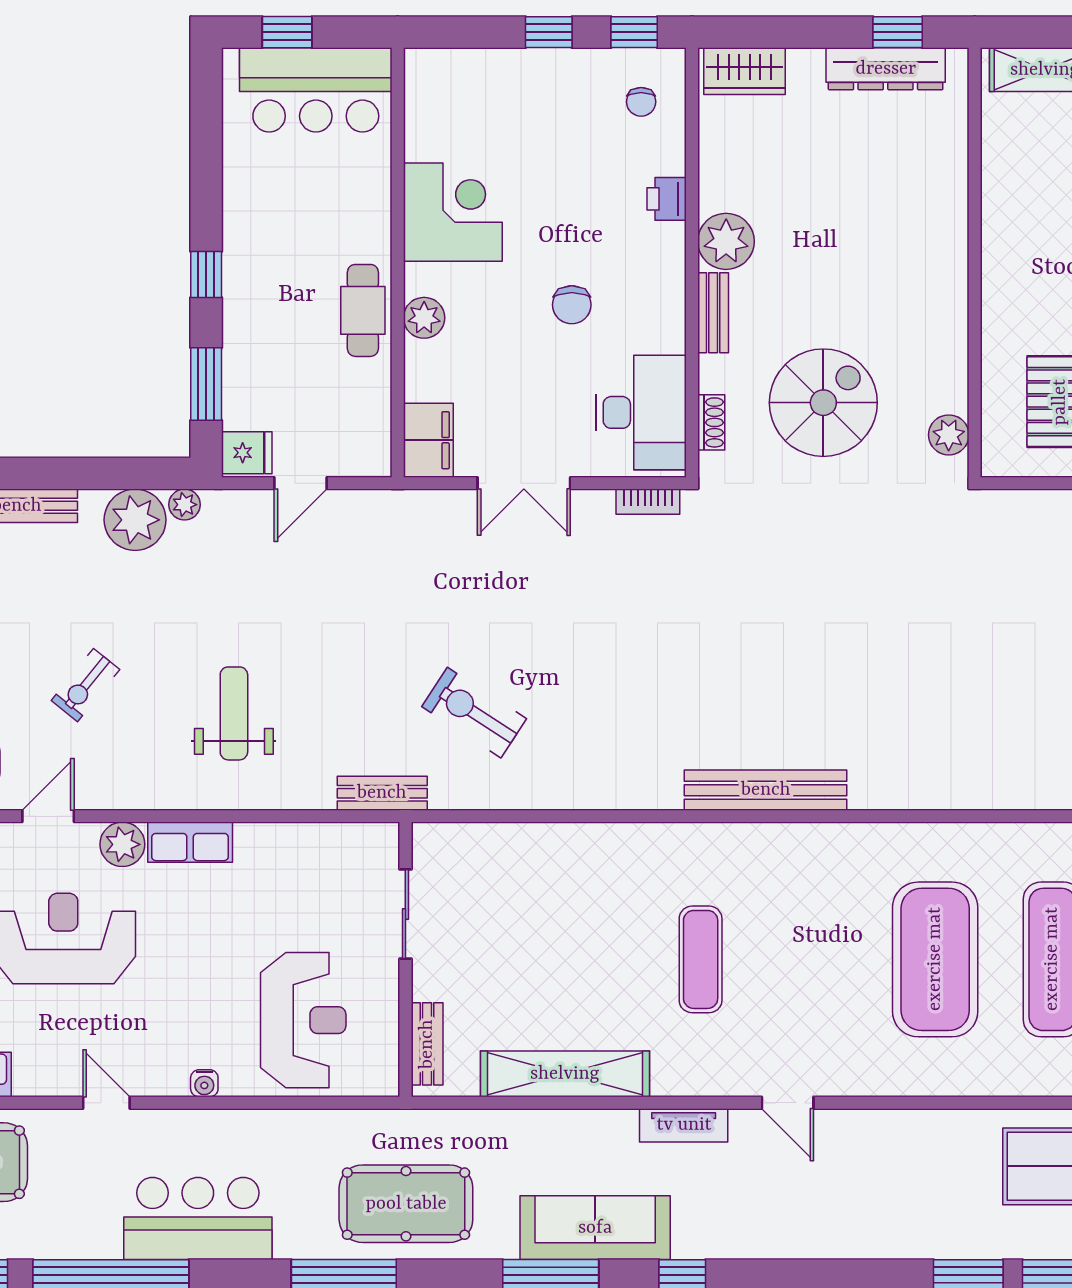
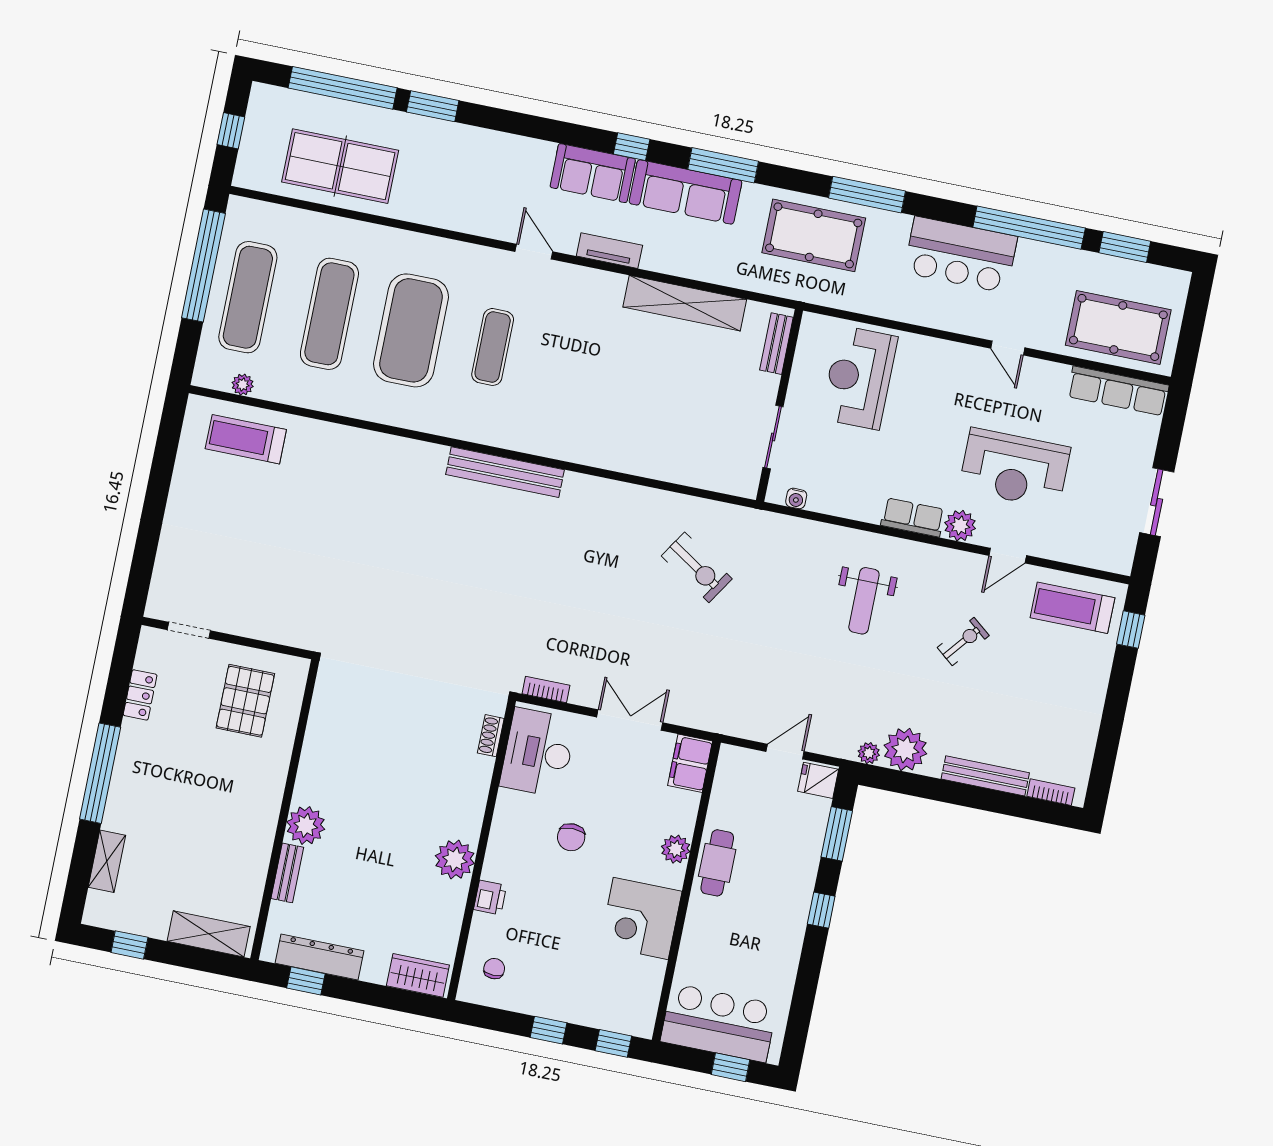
window: (634, 32) -> (613, 1043), moved
chair: (572, 305) -> (571, 837), turned 180
bench: (713, 313) -> (287, 873), moved
spiral stairs: (823, 403) -> (410, 734), removed
plant: (949, 435) -> (306, 825), moved, width x1.36, depth x1.36
bench: (382, 793) -> (772, 524), removed
exercise mat: (701, 959) -> (493, 347), moved
water cooler: (204, 1083) -> (796, 498), moved, turned 180
sofa: (728, 1228) -> (593, 173), added

